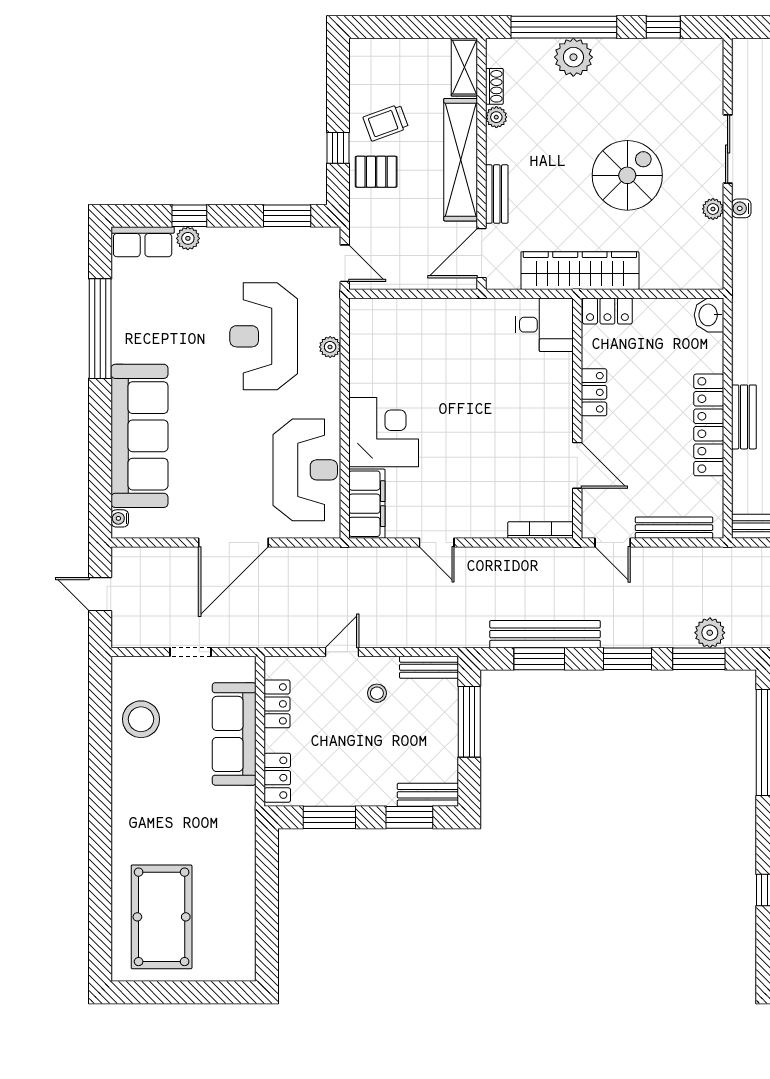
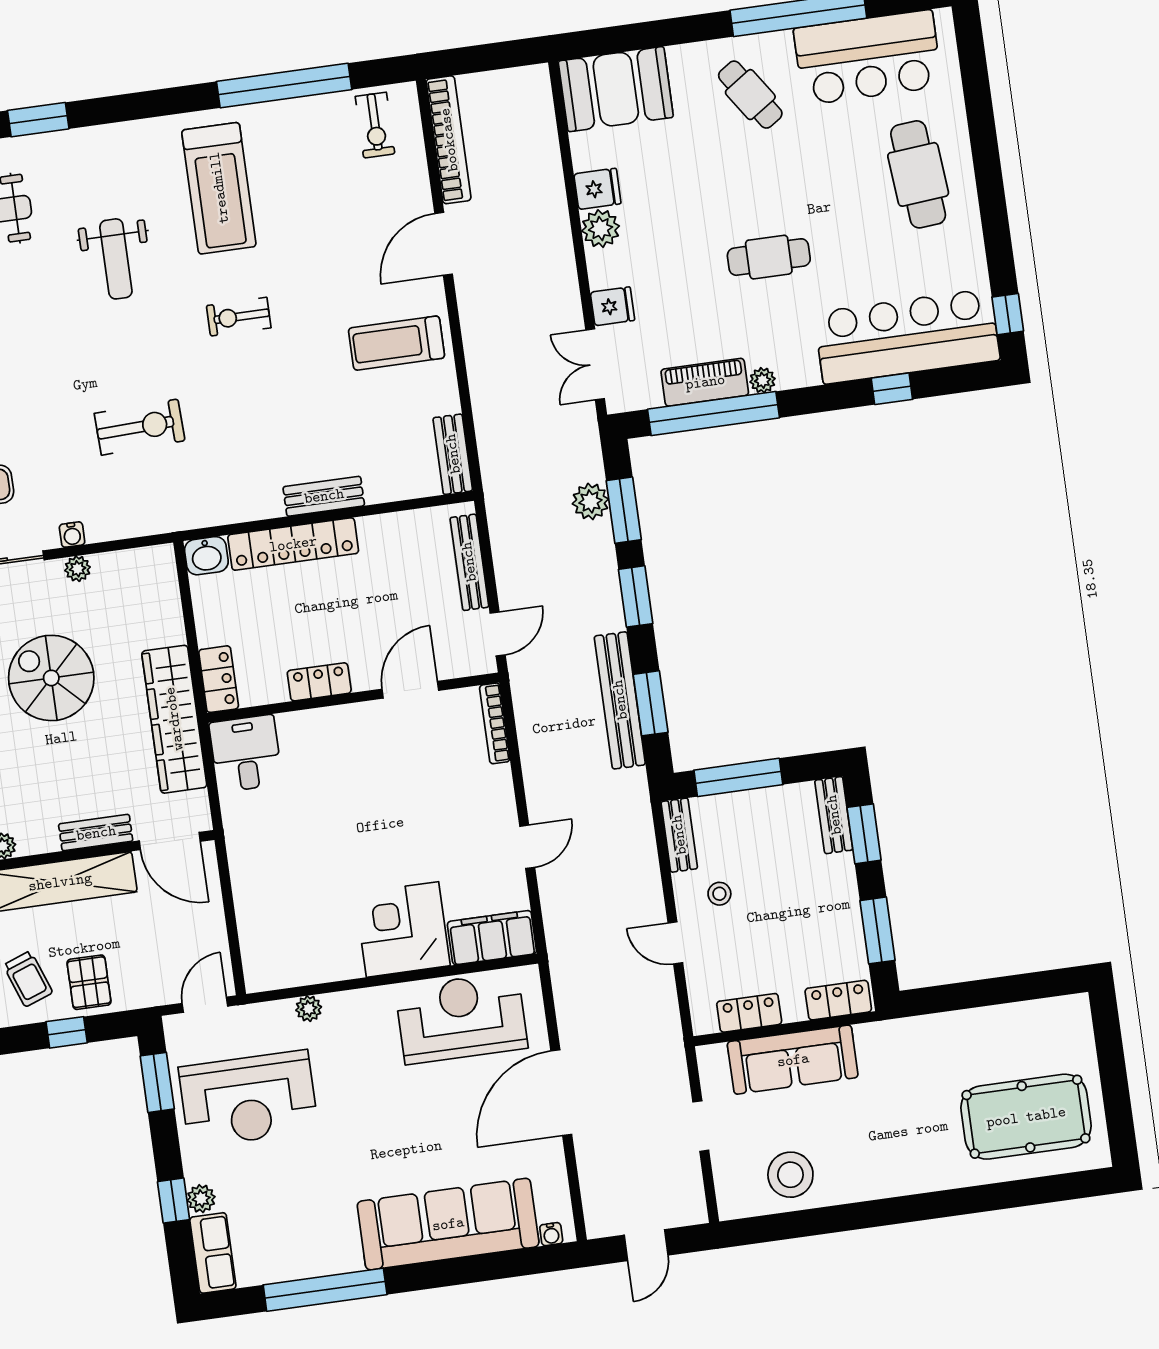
reception desk: (264, 336) -> (248, 1099), moved
locker: (709, 425) -> (293, 544), moved
door: (233, 543) -> (561, 1093), swing flipped

